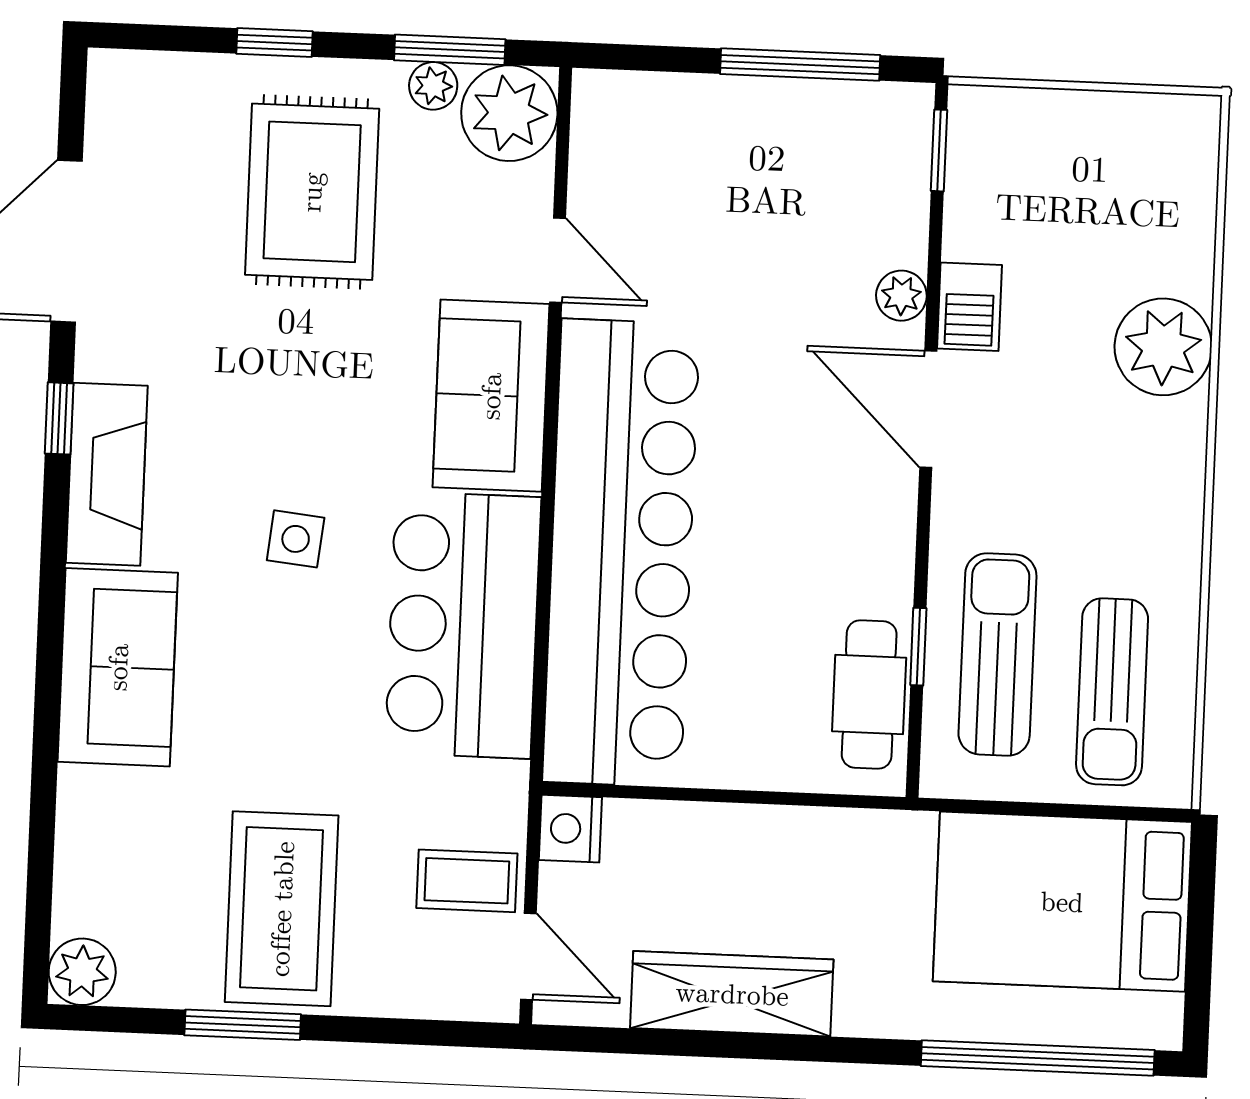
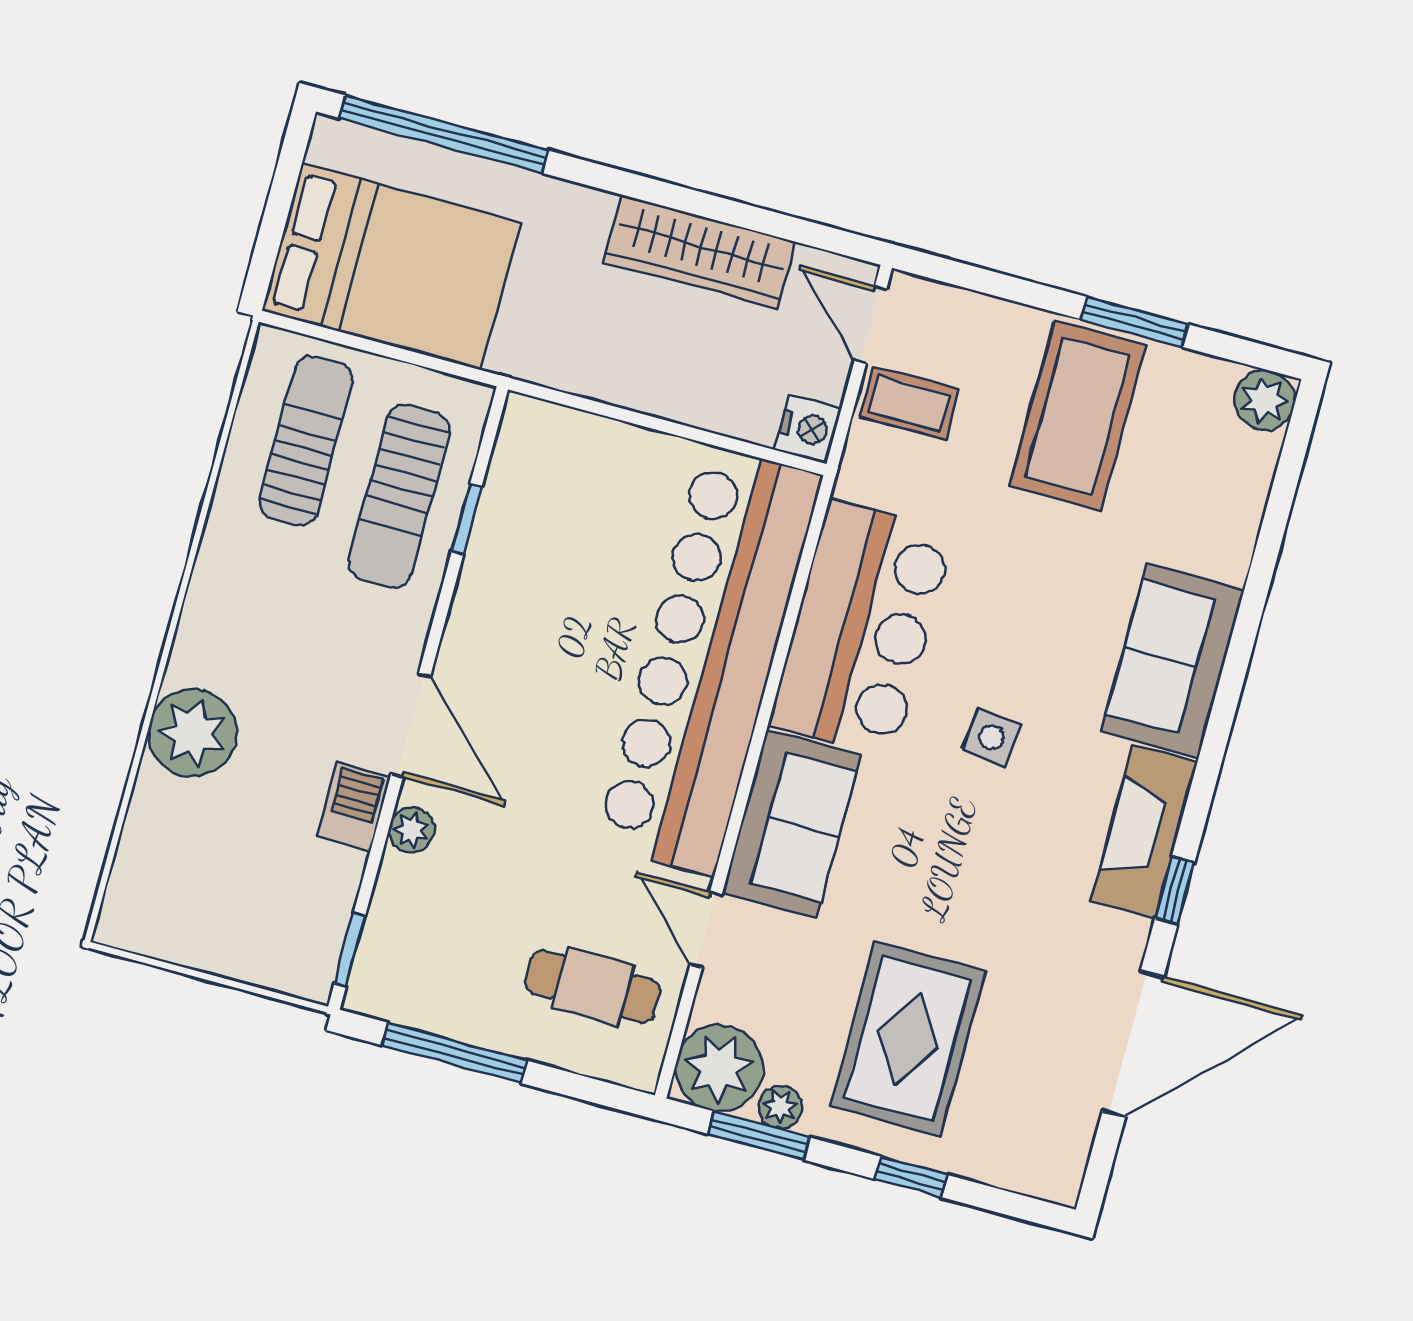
cafe table: (869, 695) -> (593, 987), moved, turned 90

